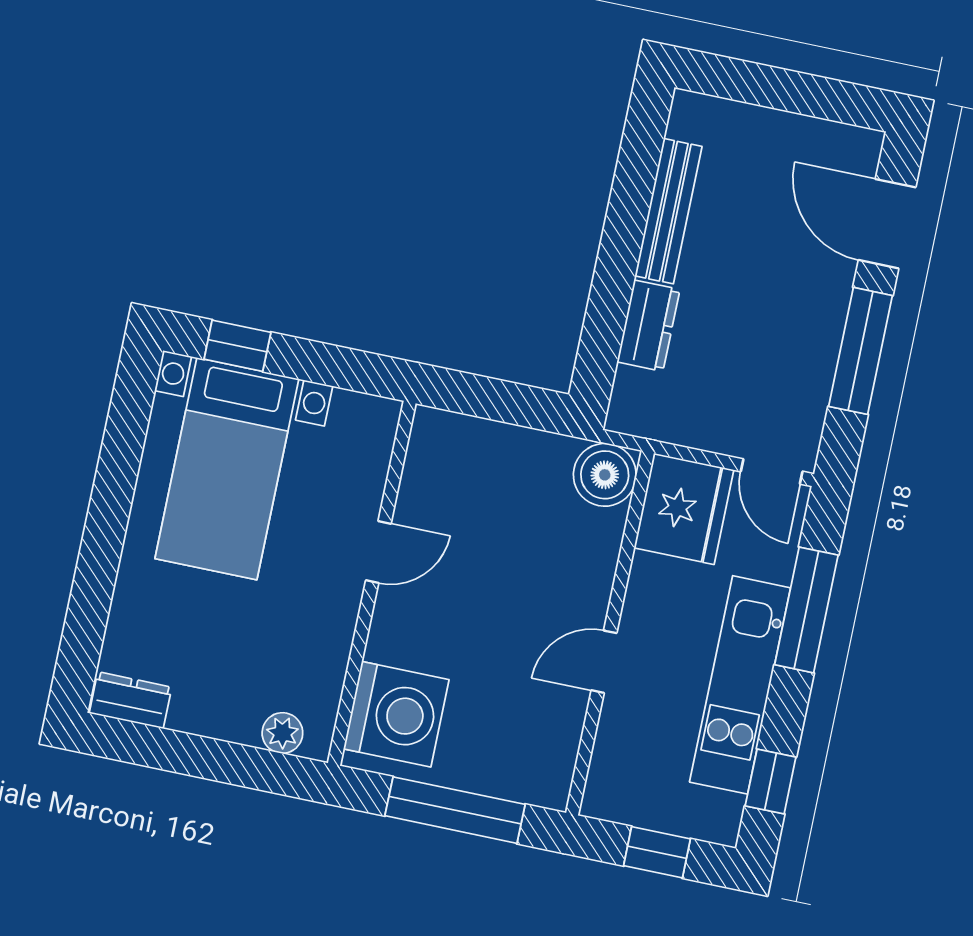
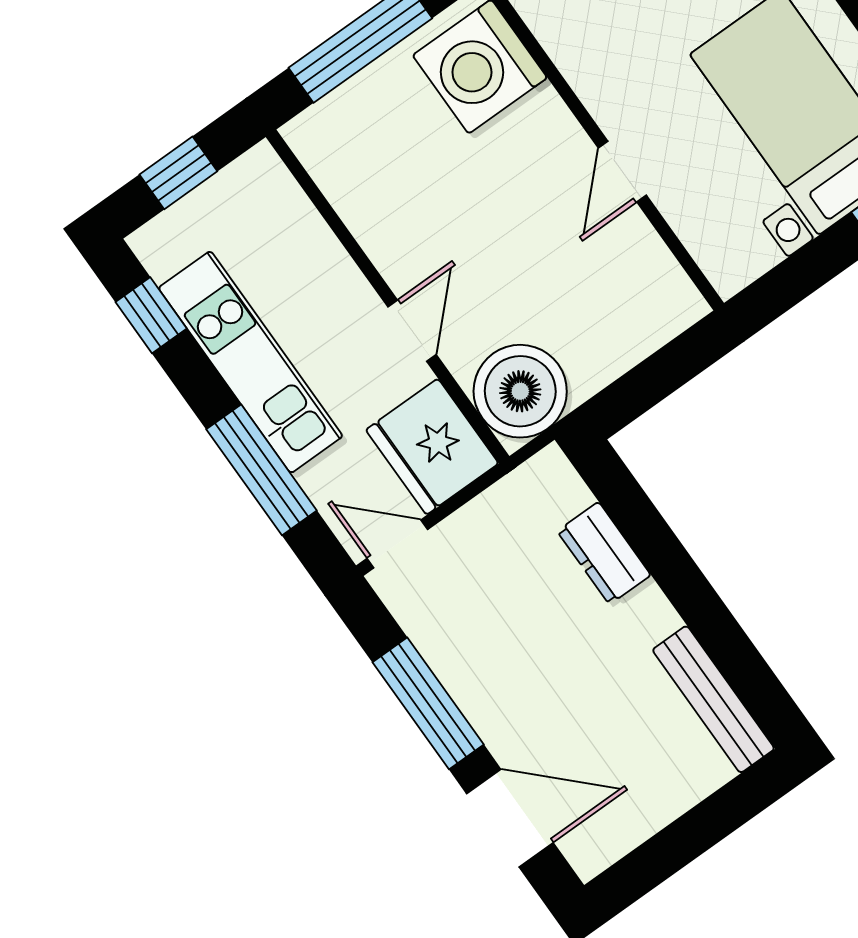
bench: (668, 211) -> (713, 699), moved
boiler: (605, 475) -> (520, 391), width x1.37, depth x1.37
door: (604, 662) -> (412, 331), moved

